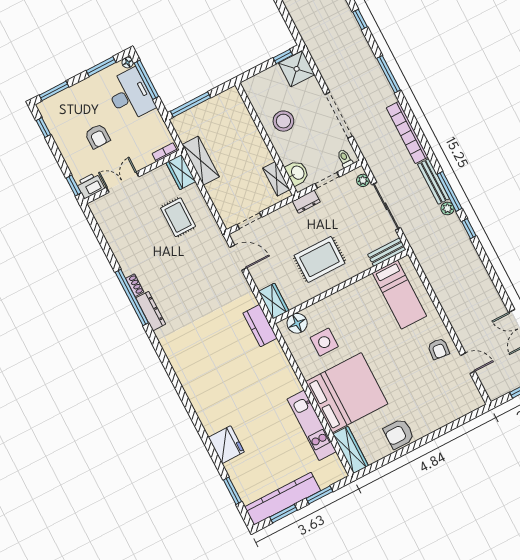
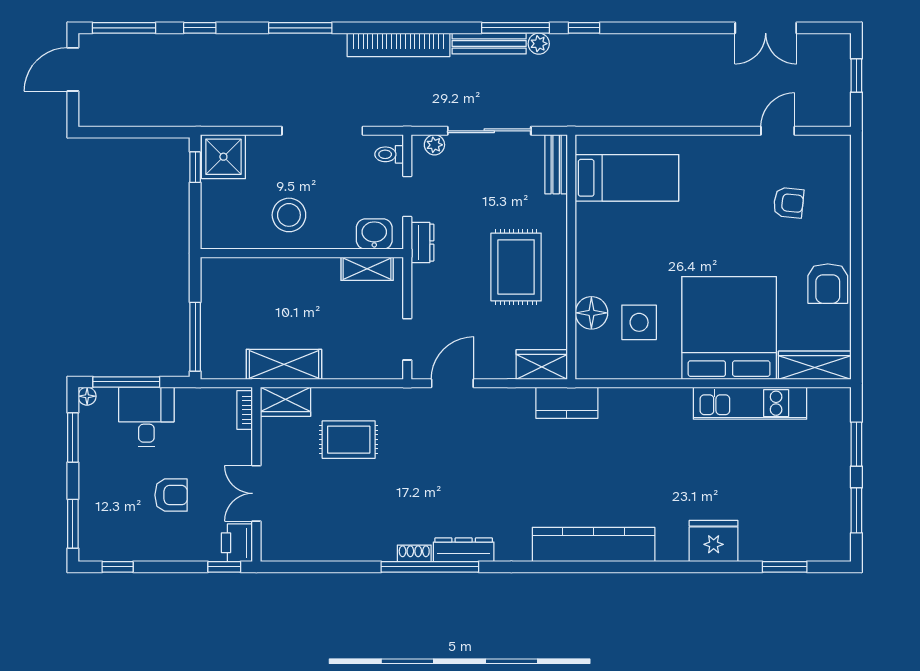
desk: (130, 95) -> (146, 417), width x0.73
floor lamp: (297, 323) -> (591, 313), moved
armchair: (439, 349) -> (789, 203), moved
kitchen counter: (283, 499) -> (594, 544), moved, turned 90

